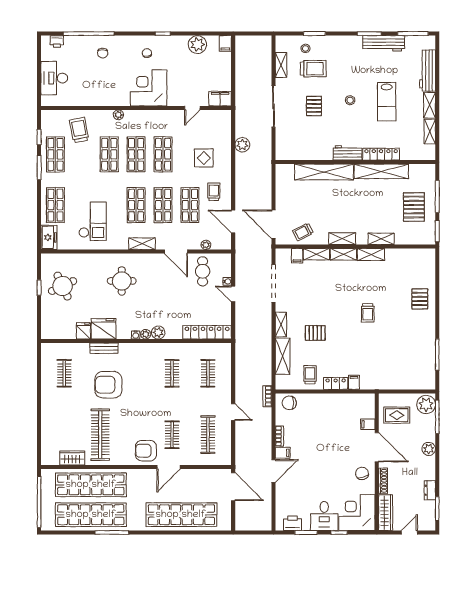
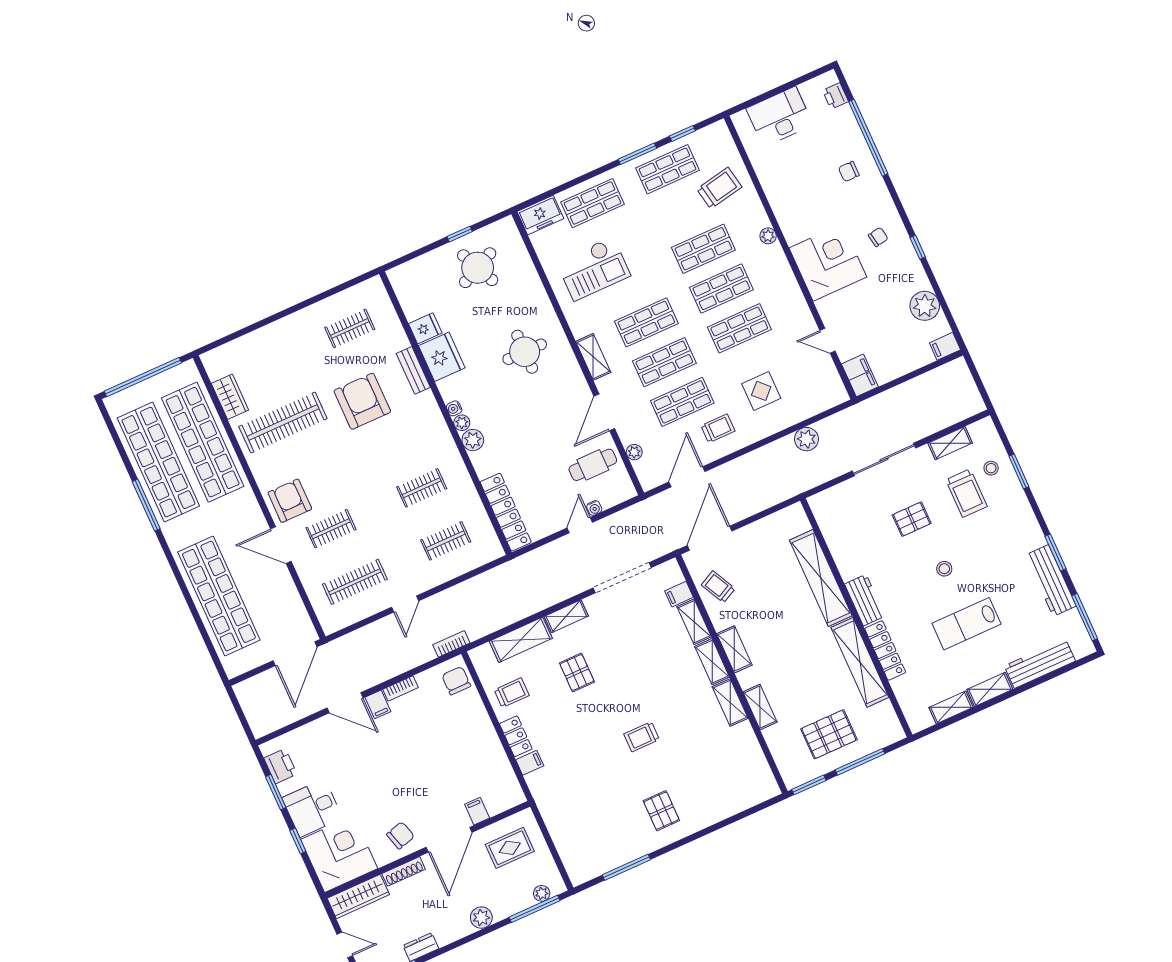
pallet: (420, 299) -> (661, 811), moved, turned 90
plant: (426, 404) -> (542, 893), width x0.53, depth x0.53
rug: (397, 415) -> (510, 848), turned 90

